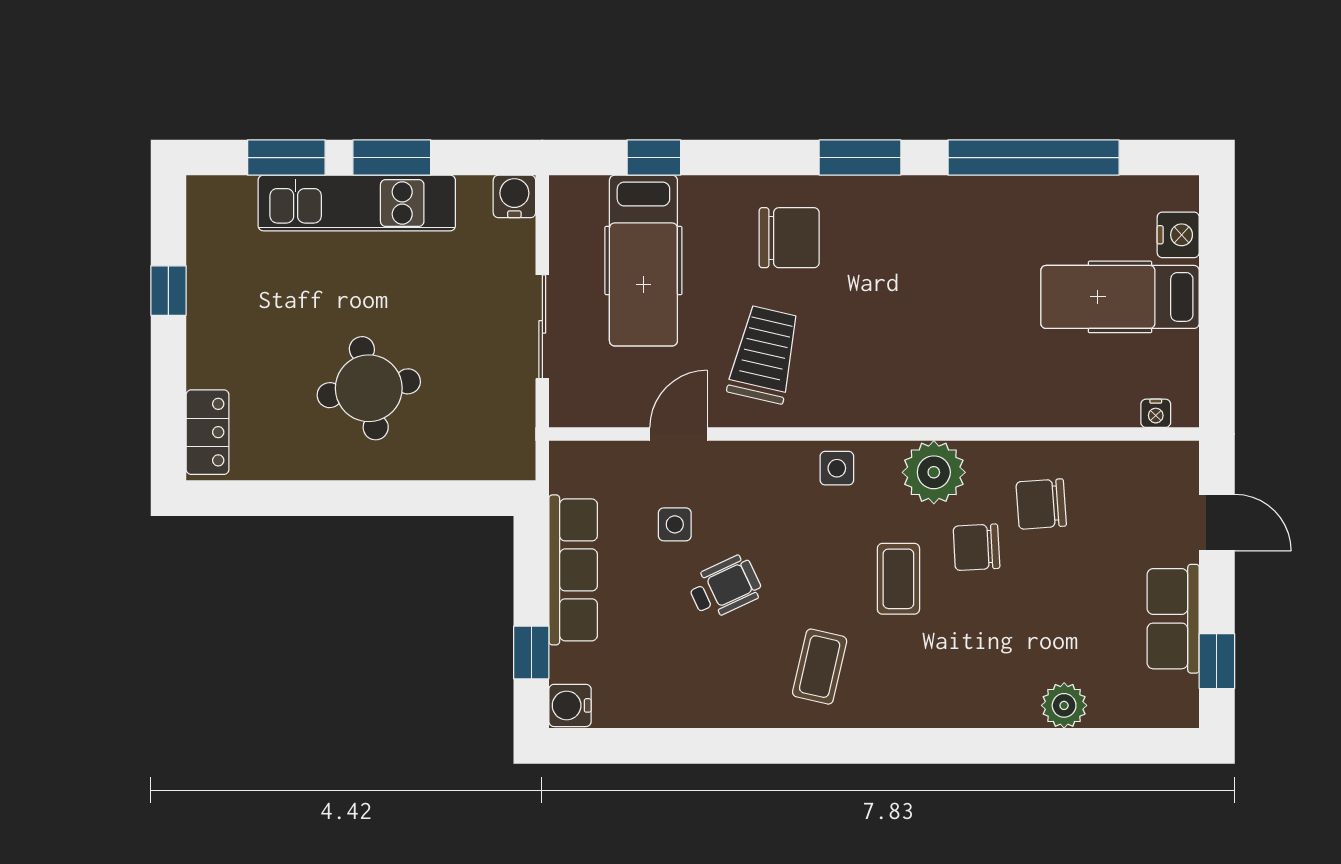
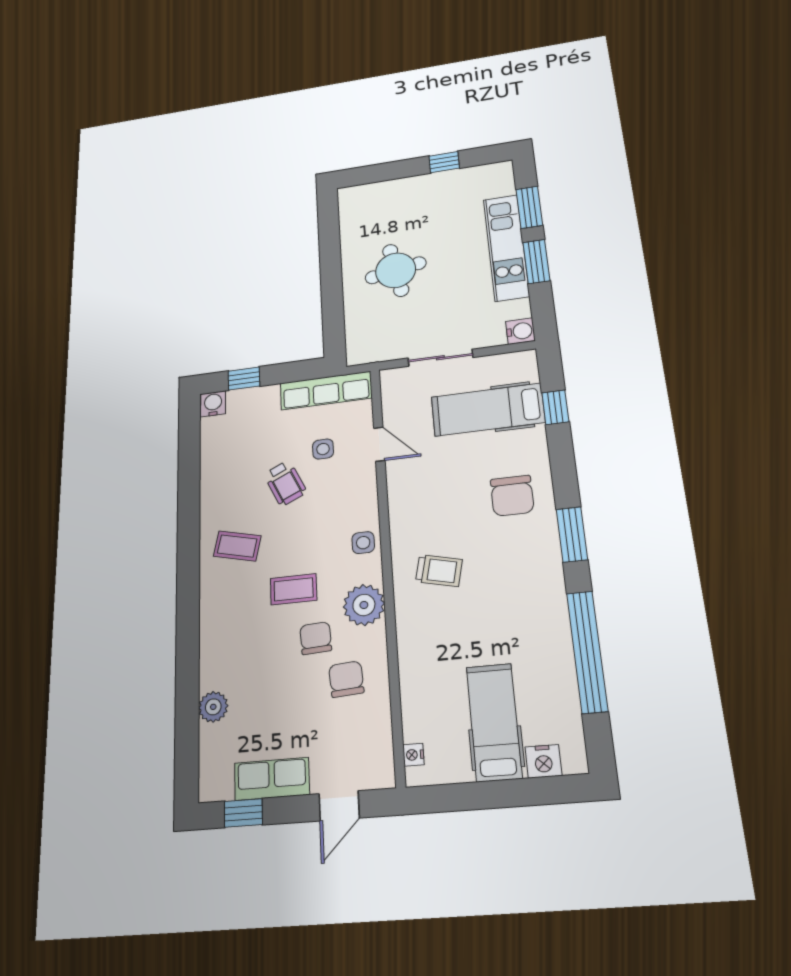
trolley: (764, 355) -> (439, 571), moved, width x0.73, depth x0.72
locker: (208, 432) -> (365, 194), removed
row of seats: (573, 570) -> (326, 390), moved

